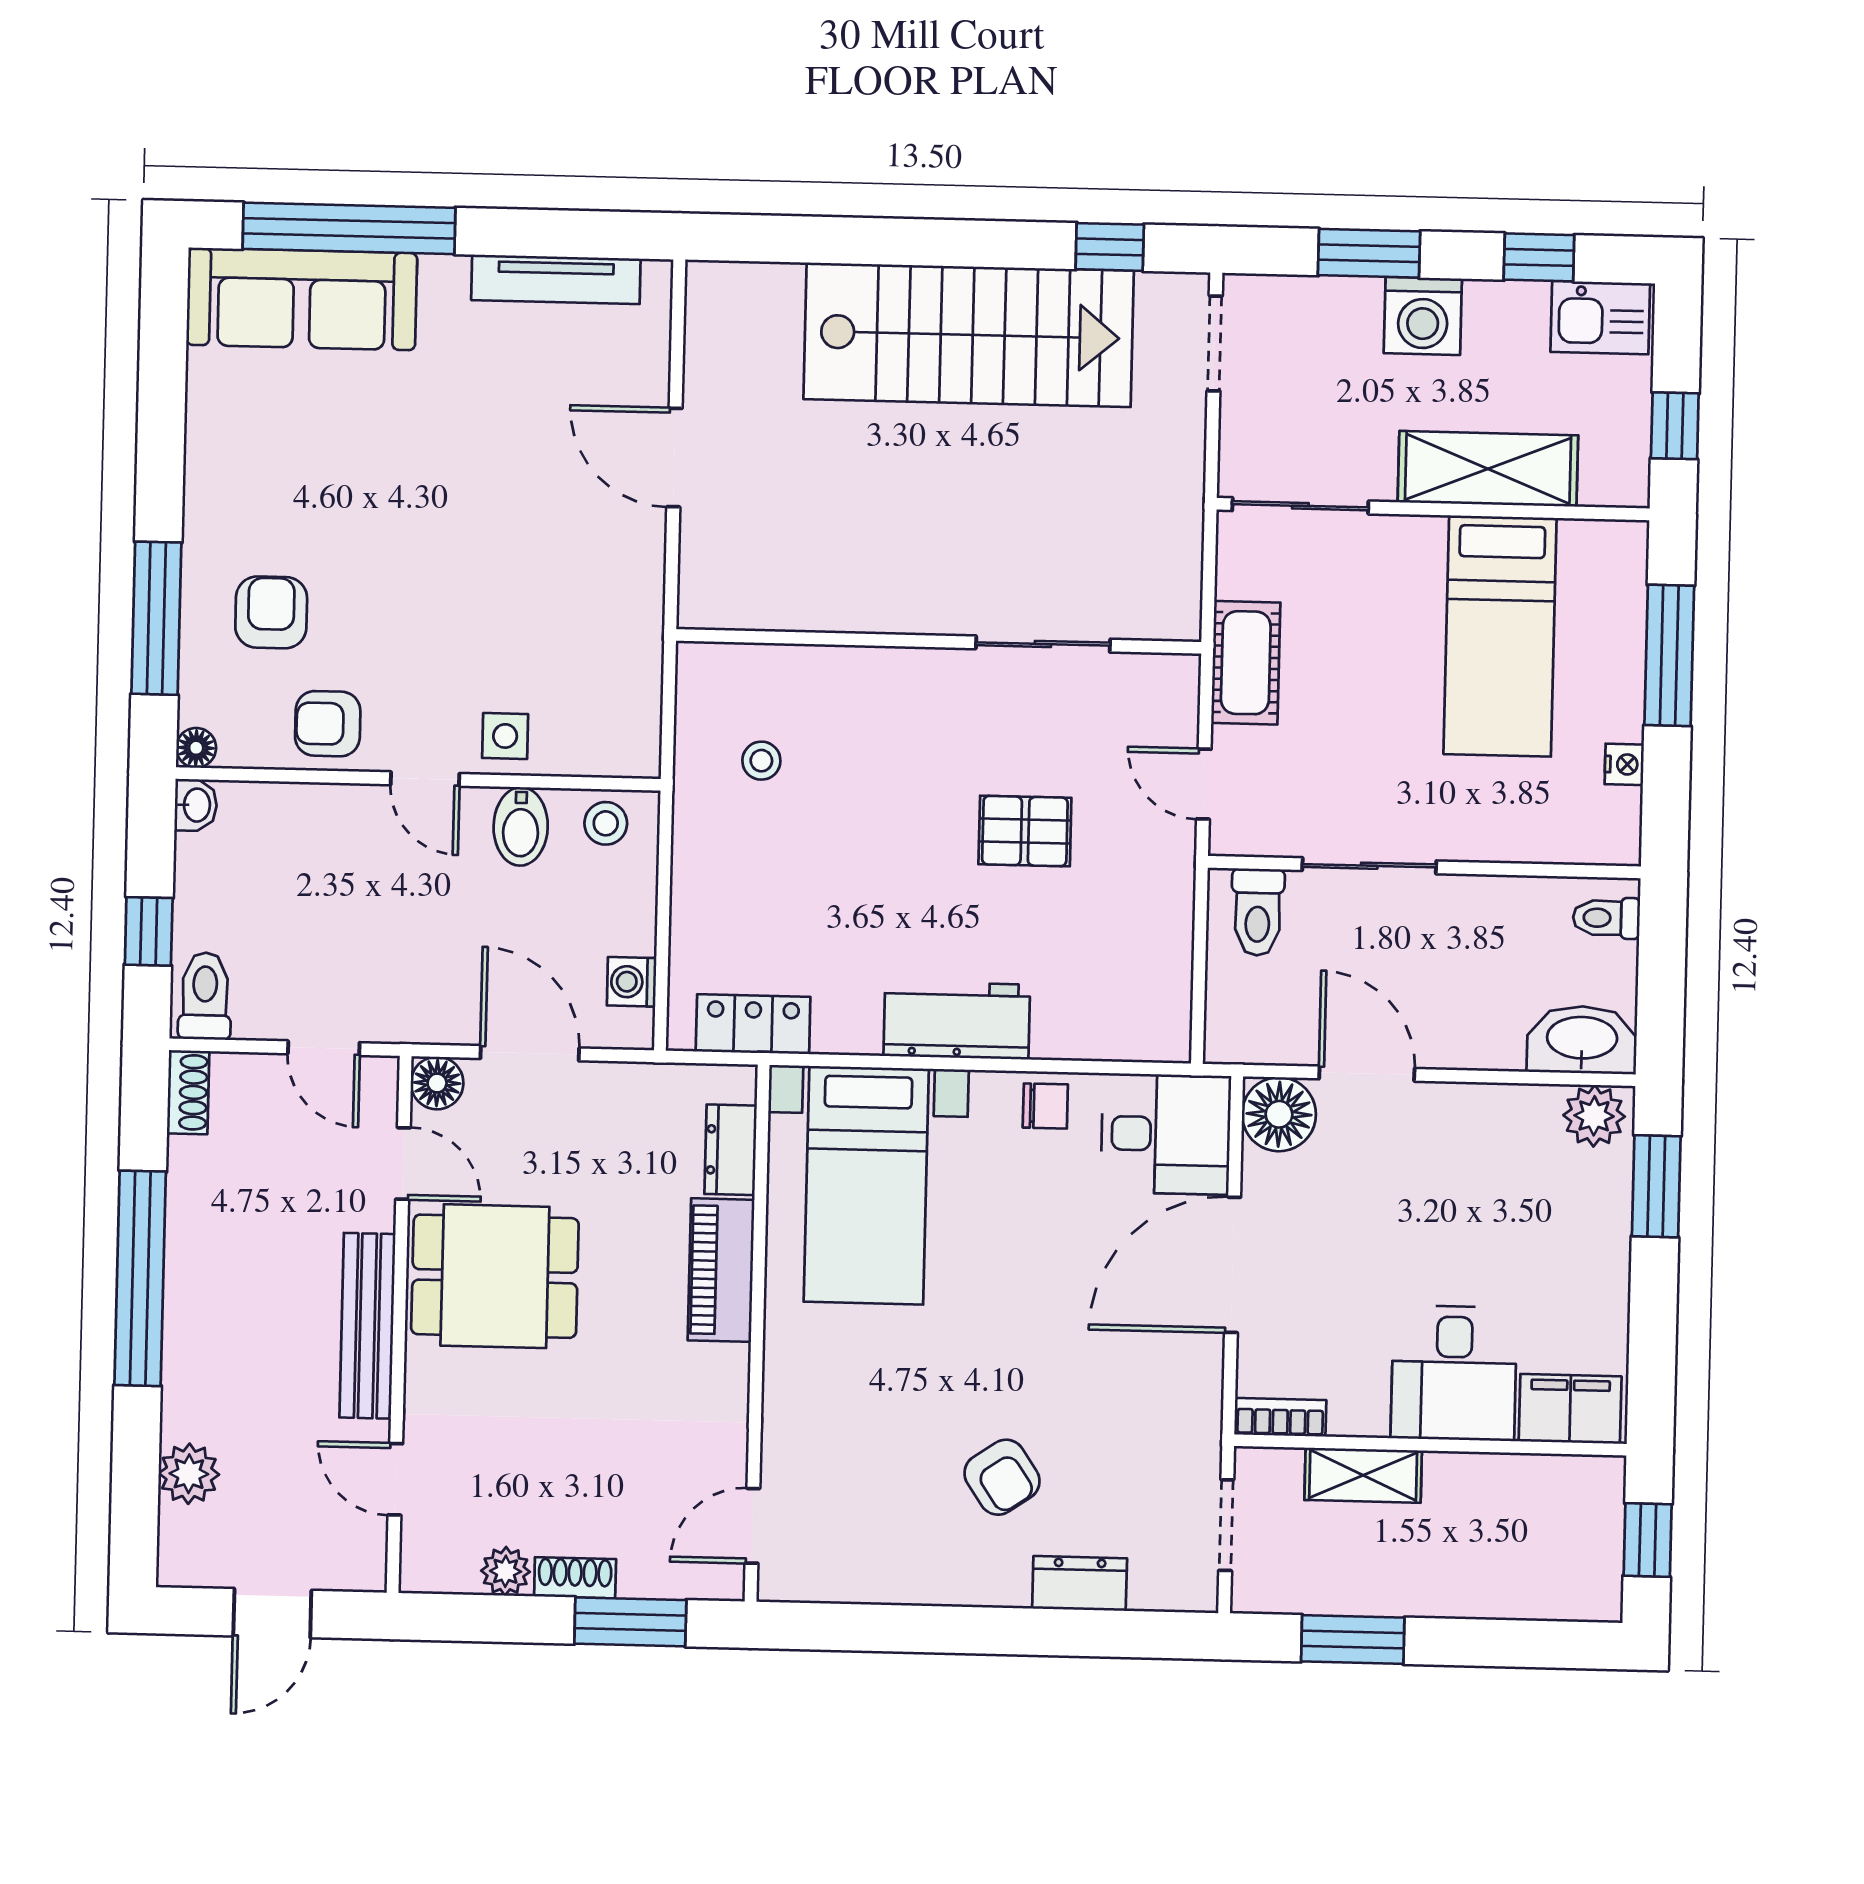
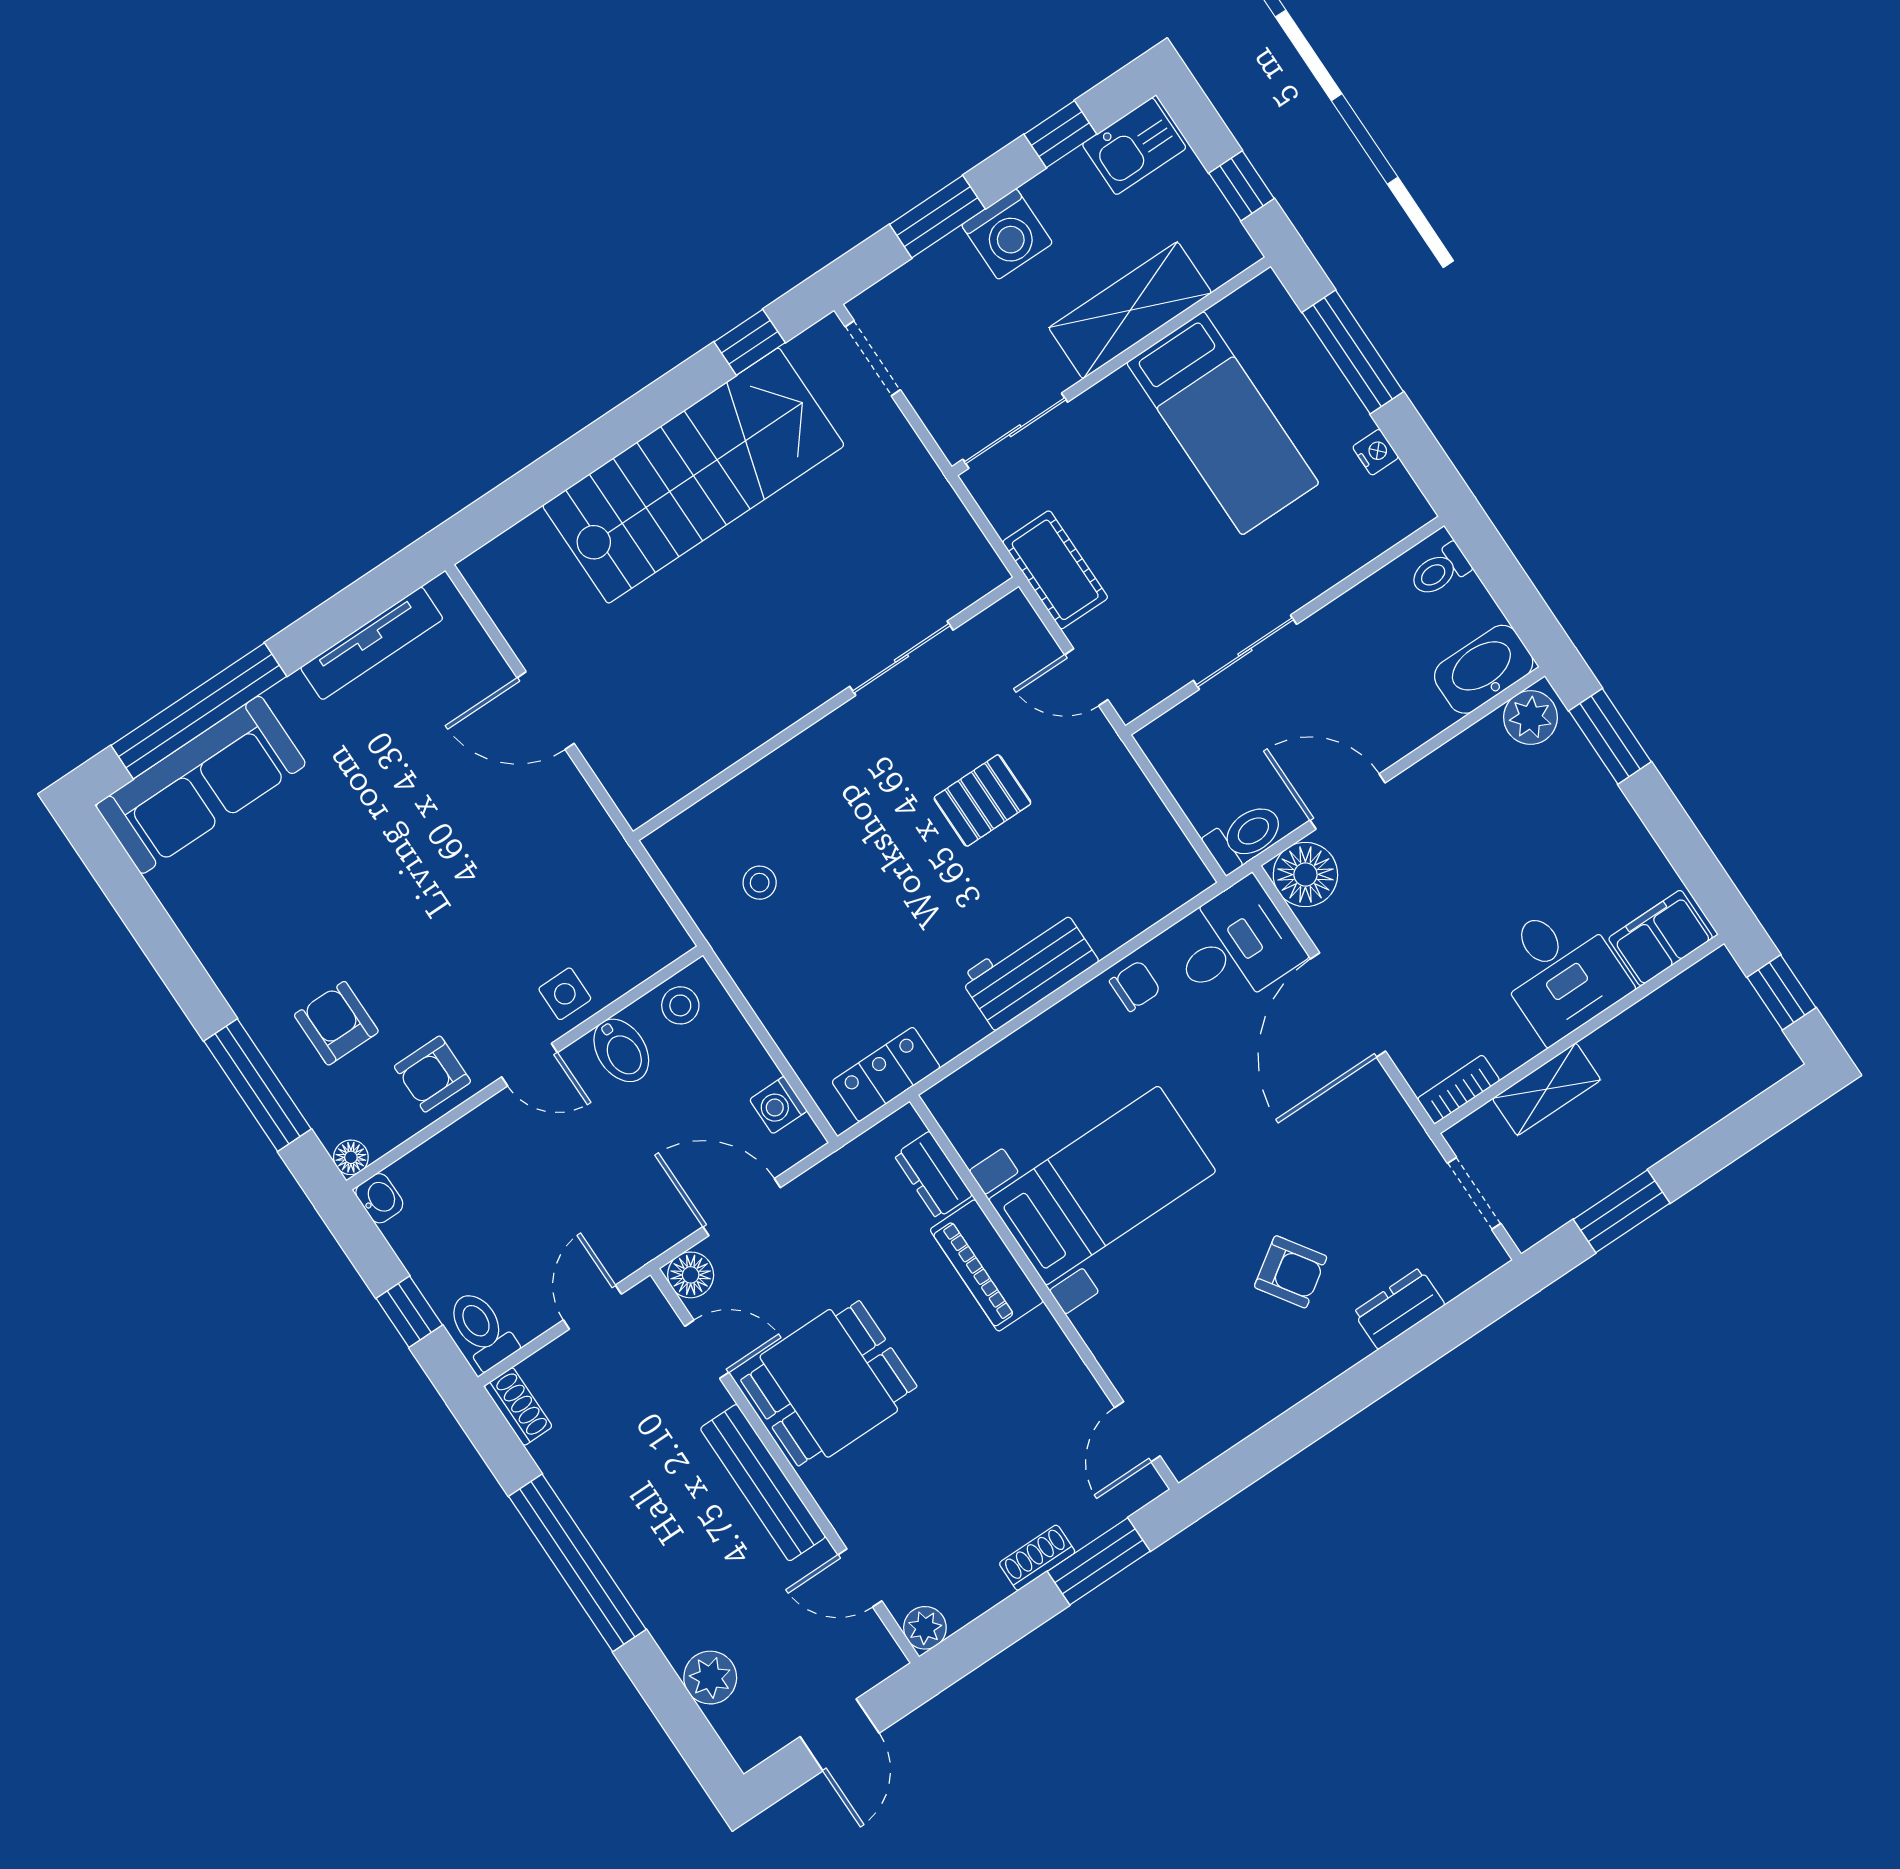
toilet: (1258, 912) -> (1245, 837), moved, turned -90
door: (324, 1048) -> (592, 1307), swing flipped
bed with nightstands: (866, 1185) -> (1102, 1186), moved, turned -90
plant: (506, 1571) -> (925, 1628), moved

